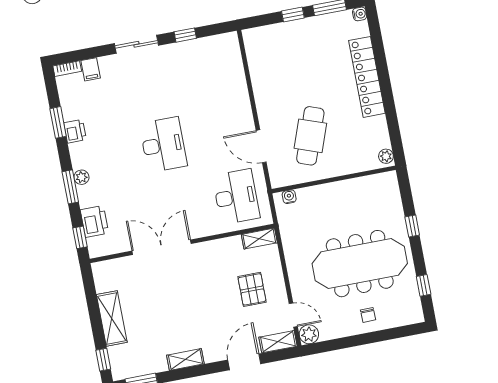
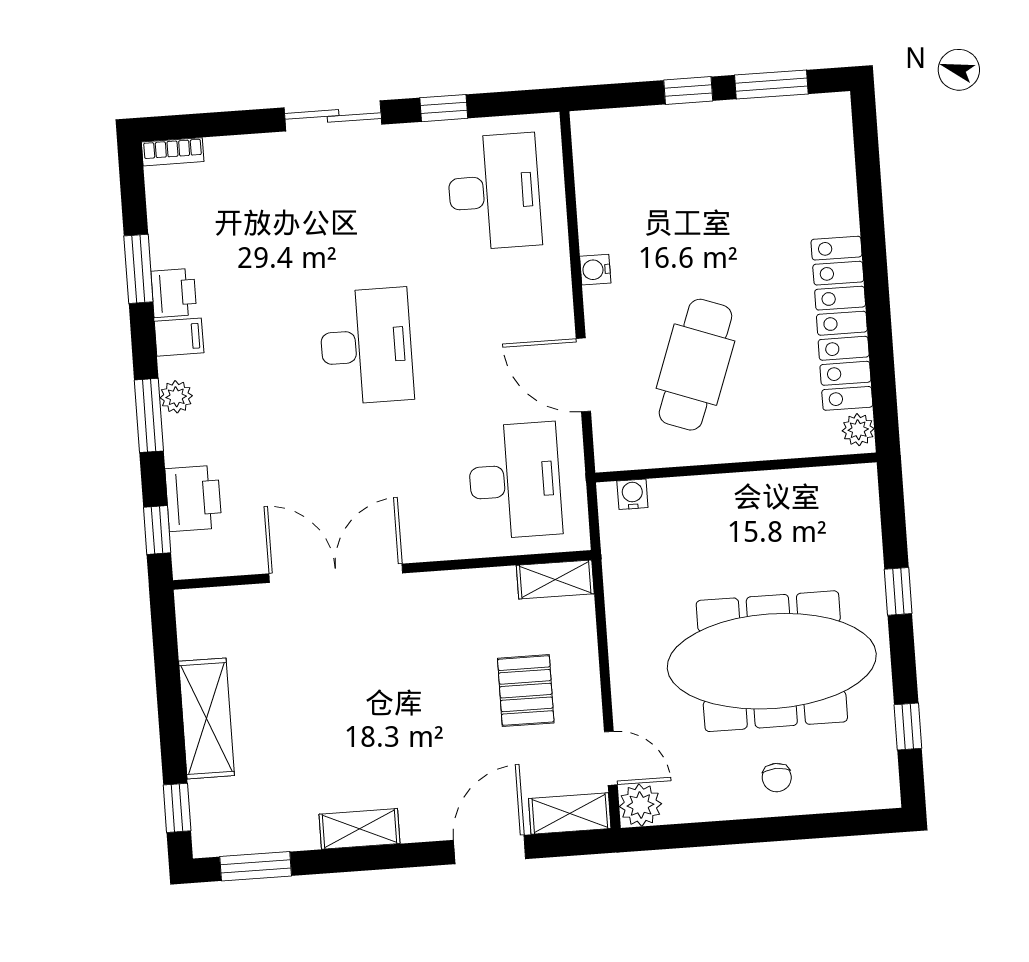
water cooler: (360, 14) -> (595, 270), moved, turned 180
filing cabinet: (91, 69) -> (179, 337), moved, turned -90
desk: (212, 70) -> (494, 192), added
locker: (367, 77) -> (842, 323), moved

